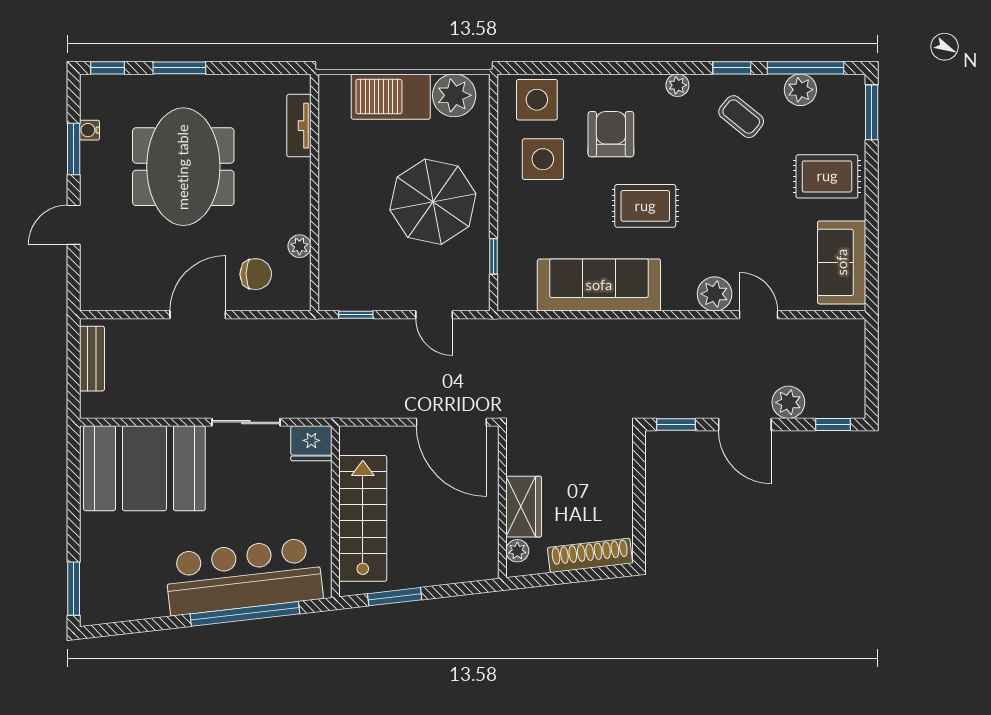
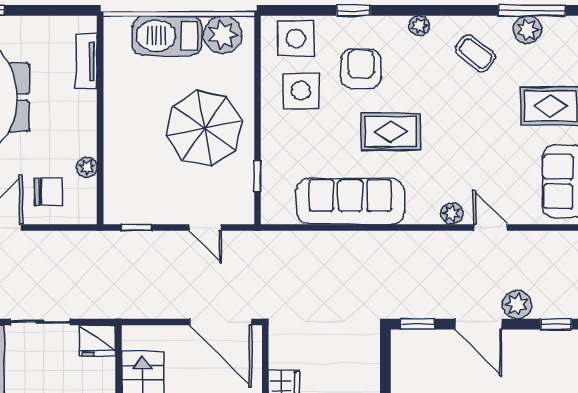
window: (732, 68) -> (353, 10), moved
plant: (715, 294) -> (452, 213), width x0.73, depth x0.73

